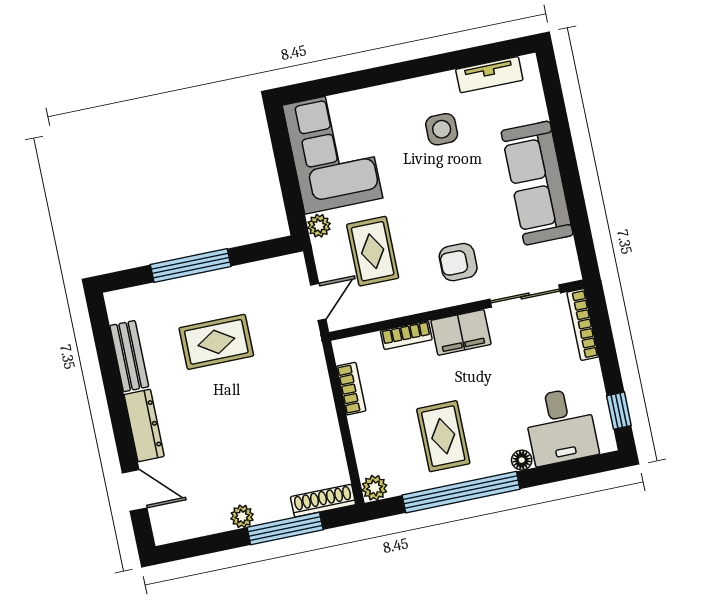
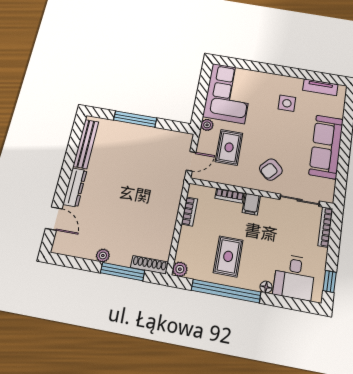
armchair: (458, 262) -> (271, 170), turned -47
filing cabinet: (461, 332) -> (251, 204), width x0.50
rug: (216, 342) -> (131, 161), removed
bench: (129, 356) -> (86, 144), width x1.36

